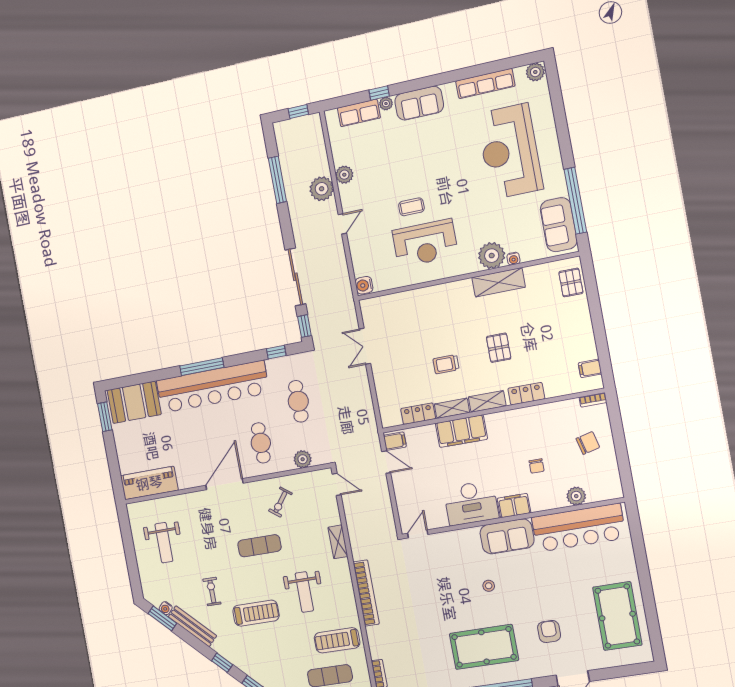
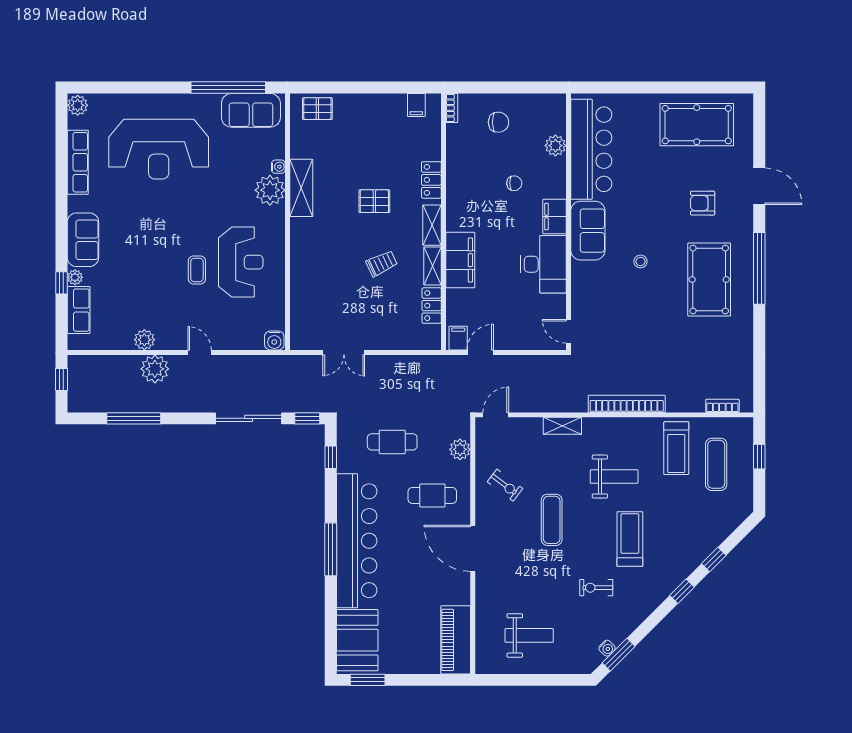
trolley: (446, 364) -> (382, 264), turned -115
chair: (588, 443) -> (499, 122), turned 104
bench: (192, 626) -> (633, 619), removed

